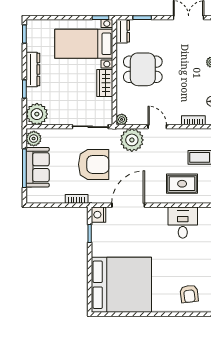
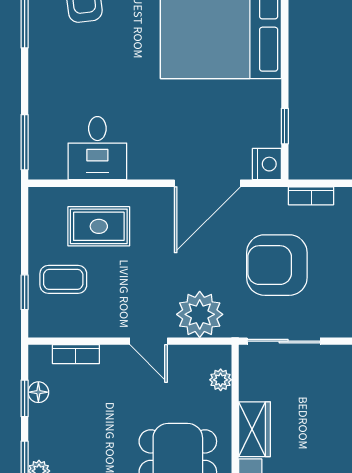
plant: (122, 119) -> (221, 380), moved

